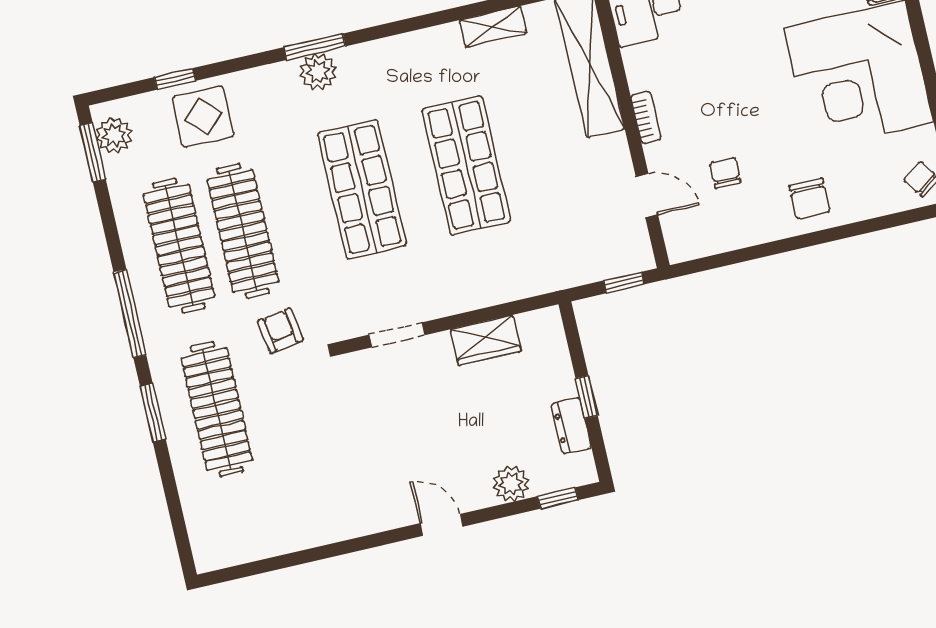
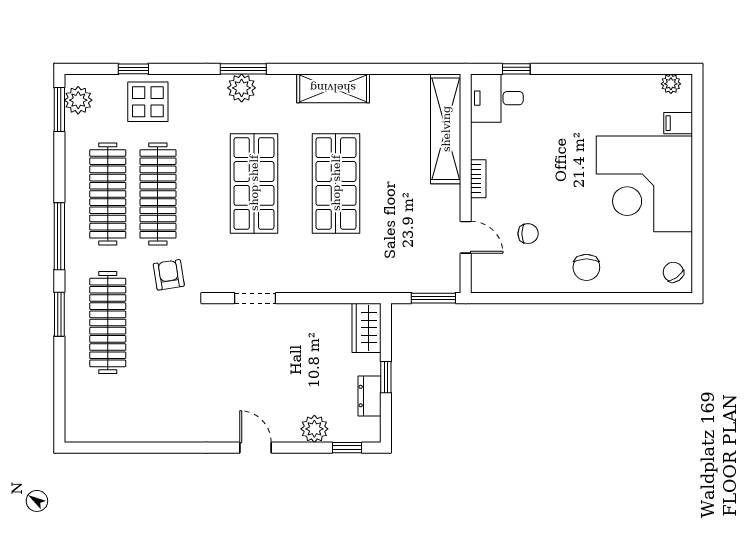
shelving: (493, 27) -> (333, 88), moved, width x1.50, depth x1.33
chair: (725, 173) -> (528, 234), turned 90
window: (624, 282) -> (433, 298), width x1.50
wardrobe: (486, 340) -> (366, 328), moved, turned 90

